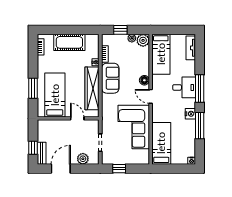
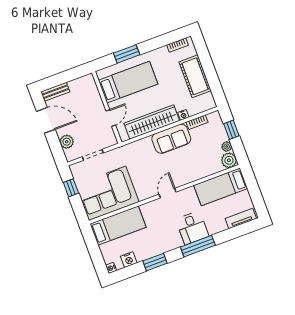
floor lamp: (144, 80) -> (184, 179), removed
nightstand: (190, 114) -> (129, 260), moved
window: (200, 126) -> (155, 262), width x0.69
corner sofa: (134, 127) -> (107, 193), moved
window: (33, 148) -> (58, 80), removed

